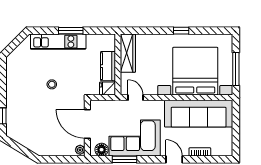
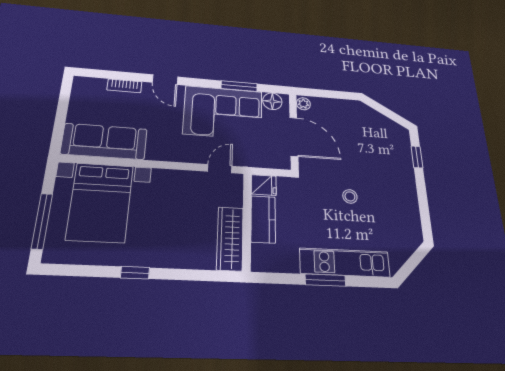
window: (236, 69) -> (42, 221), moved
bed with nightstands: (195, 71) -> (100, 202), width x0.73
door: (136, 98) -> (220, 169), swing flipped
sofa: (199, 114) -> (104, 141), width x0.74, depth x0.79

